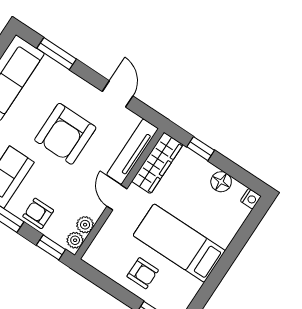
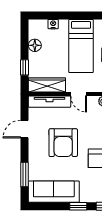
armchair: (65, 134) -> (63, 143), turned 90
door: (117, 198) -> (79, 94), hinge flipped
nightstand: (251, 199) -> (53, 24), moved

